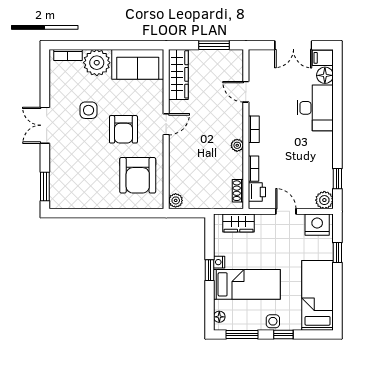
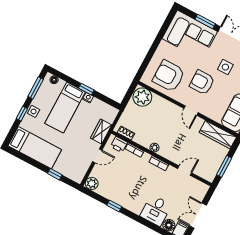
desk: (315, 108) -> (156, 210), width x0.73
corner sofa: (72, 176) -> (190, 35), added
window: (337, 179) -> (114, 206), moved
window: (45, 187) -> (205, 21), moved
plant: (176, 200) -> (142, 97), width x1.88, depth x1.88
wardrobe: (239, 223) -> (101, 132), moved
nightstand: (317, 225) -> (79, 171), removed

